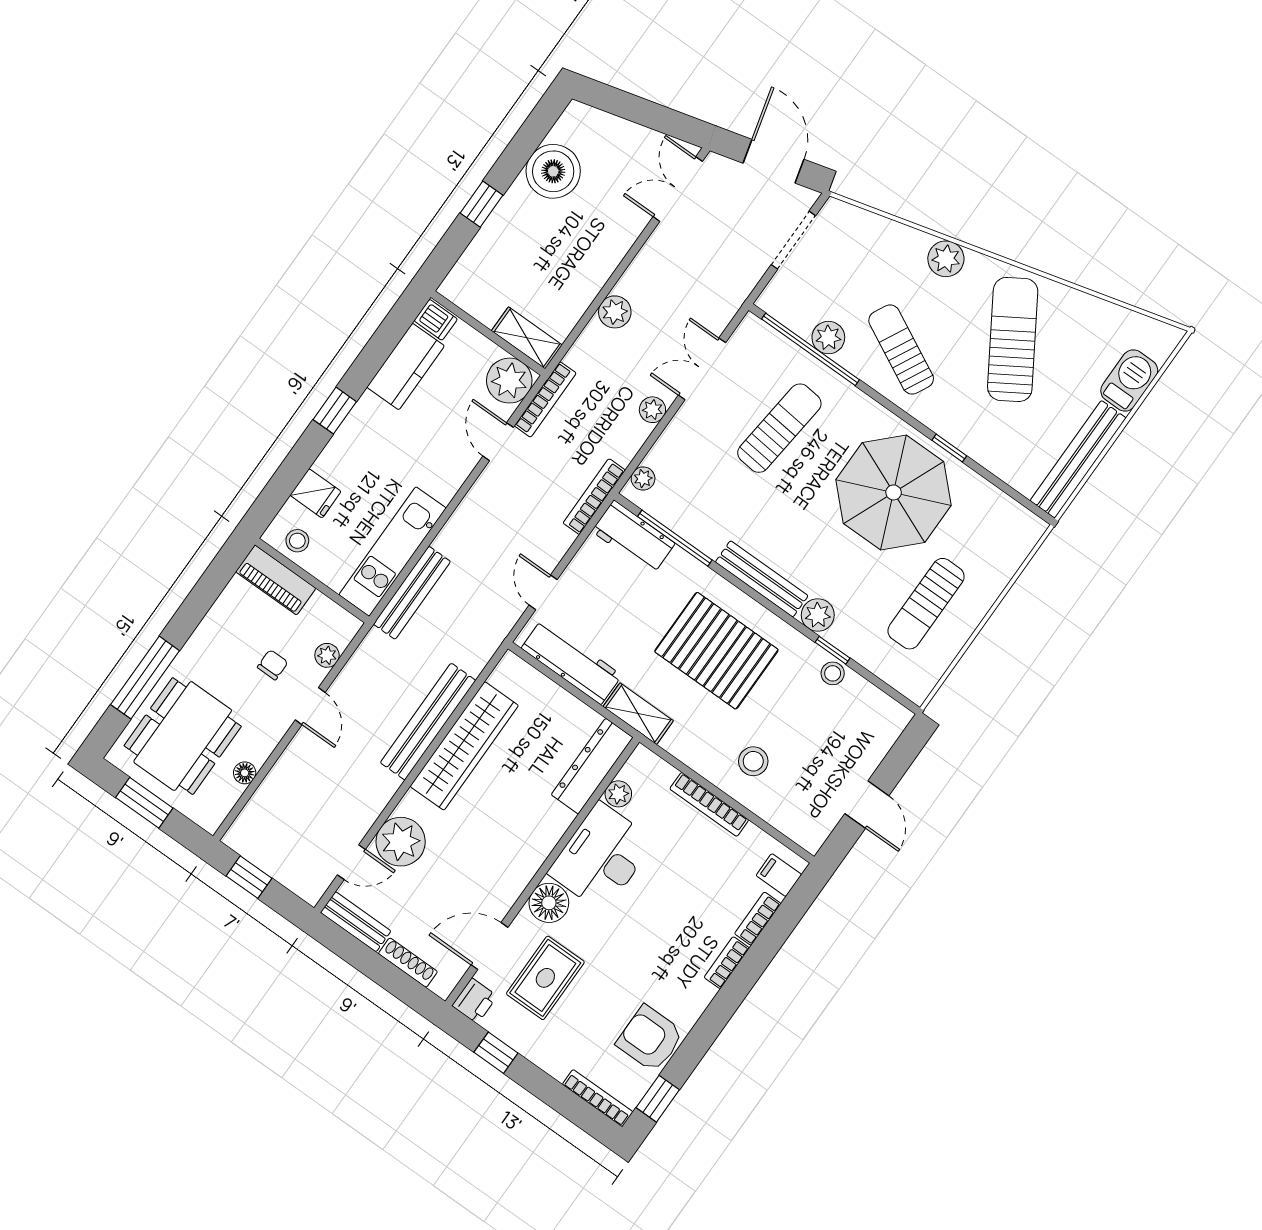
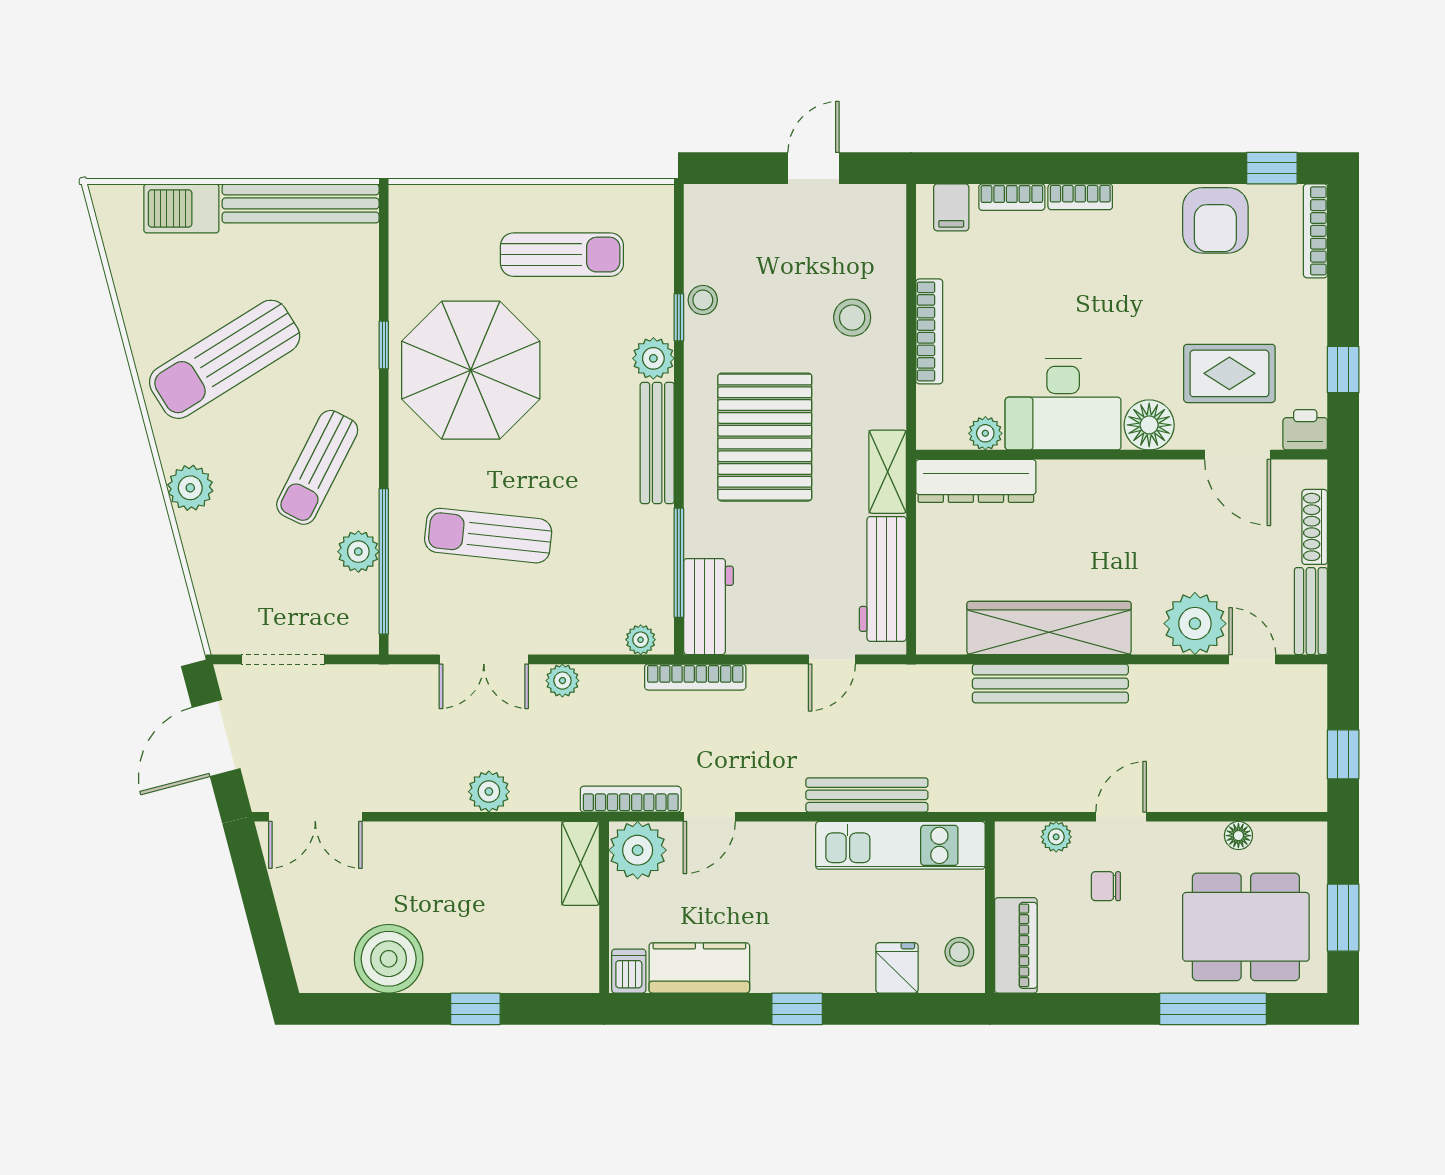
bench: (412, 593) -> (867, 795), moved

